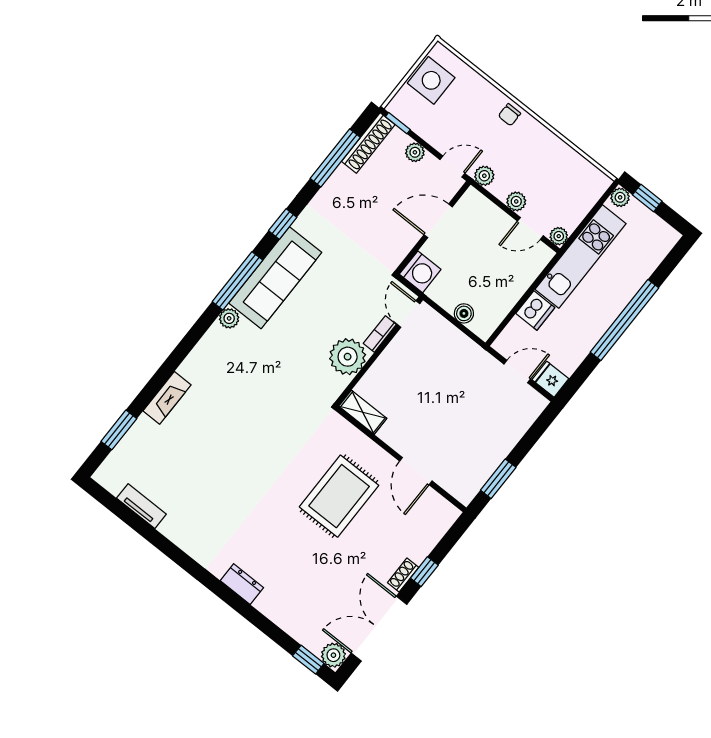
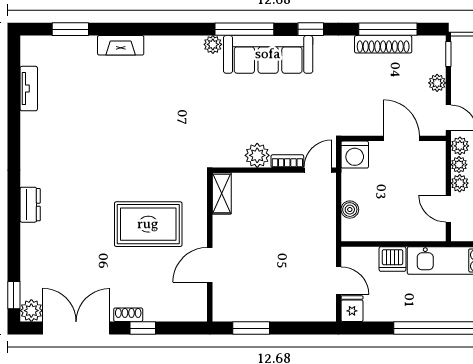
shoe rack: (368, 143) -> (383, 44), moved
plant: (559, 236) -> (459, 165), moved
plant: (348, 357) -> (257, 155), width x0.73, depth x0.73

